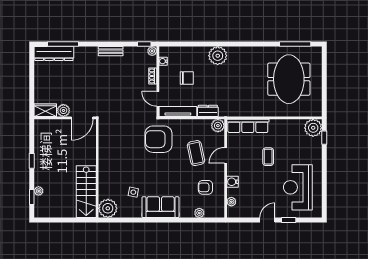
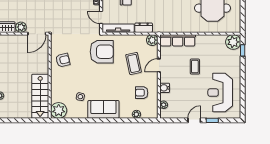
armchair: (158, 139) -> (102, 52), turned 180
armchair: (113, 149) -> (63, 60), added

